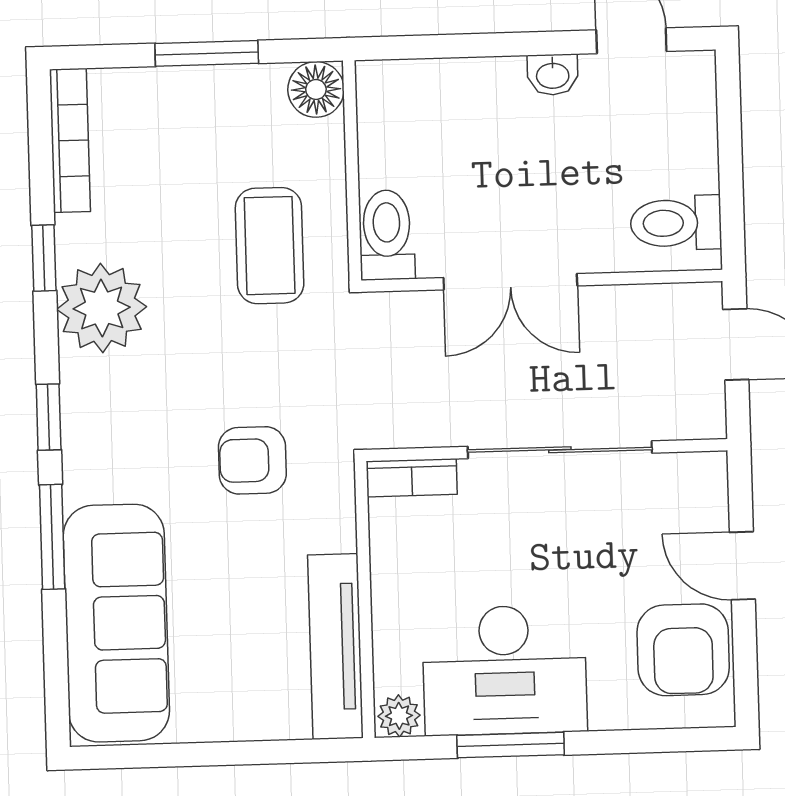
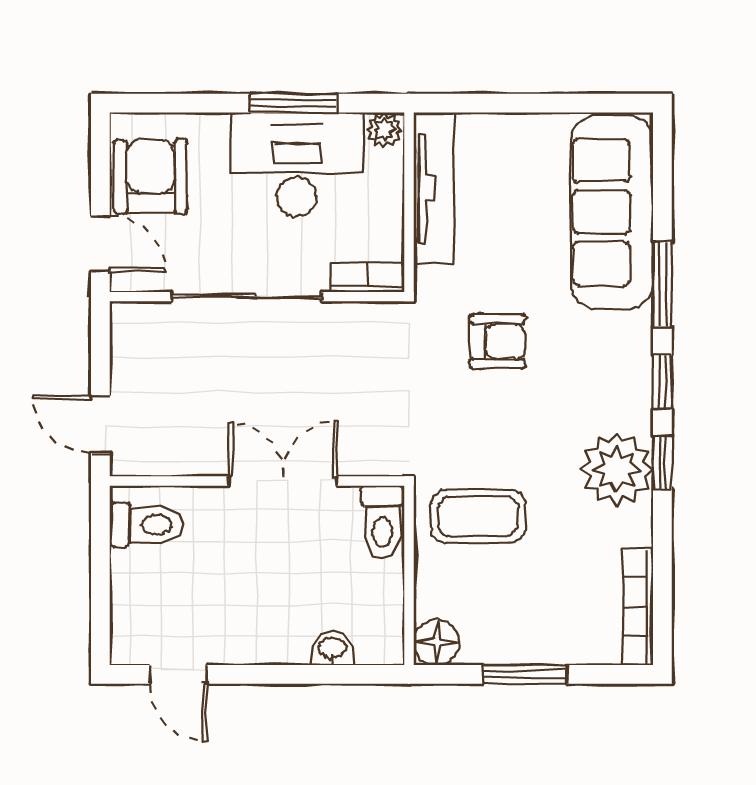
washbasin: (553, 75) -> (332, 649), moved
coffee table: (270, 246) -> (478, 516), turned 90
window: (44, 258) -> (662, 463), moved
wall: (547, 450) -> (257, 297), moved
sliding door: (560, 450) -> (246, 297), moved
bookcase: (412, 478) -> (368, 277), moved

